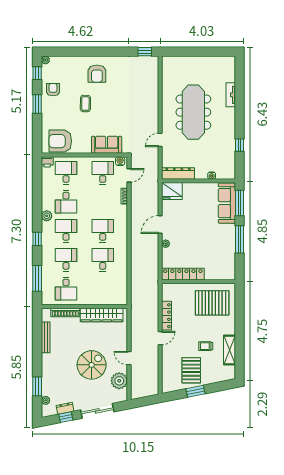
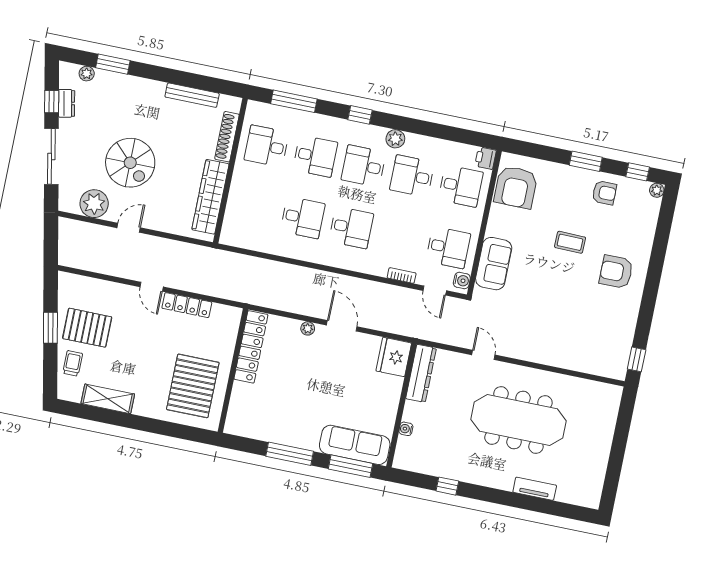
armchair: (60, 141) -> (516, 187), turned 180
desk: (66, 231) -> (364, 166), turned 180
trolley: (206, 346) -> (73, 363), moved

